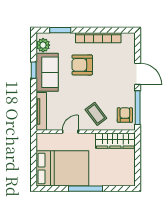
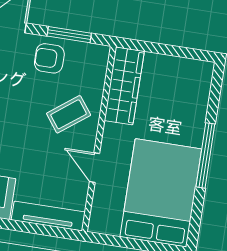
window: (138, 108) -> (69, 35), width x0.69
armchair: (125, 115) -> (49, 58), moved

